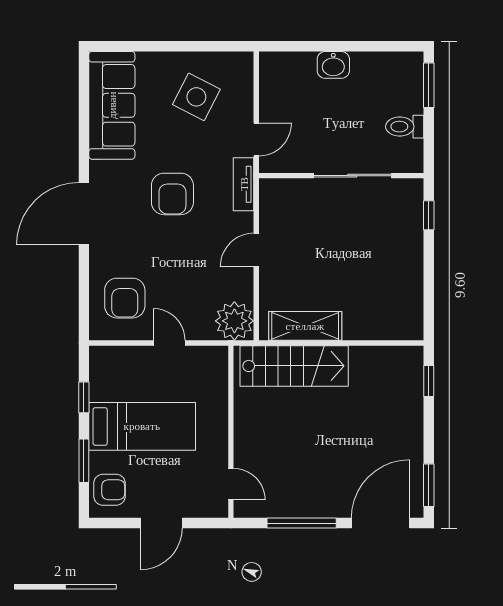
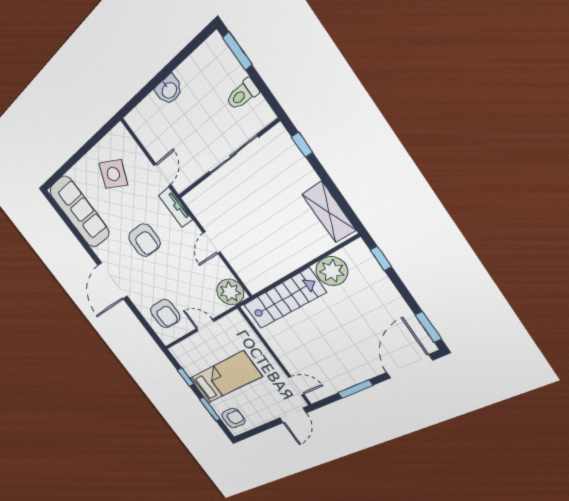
shelving: (305, 326) -> (329, 212), moved, turned 90
plant: (370, 365) -> (332, 271), added
door: (161, 523) -> (293, 415), moved
window: (302, 523) -> (355, 389), width x0.69

